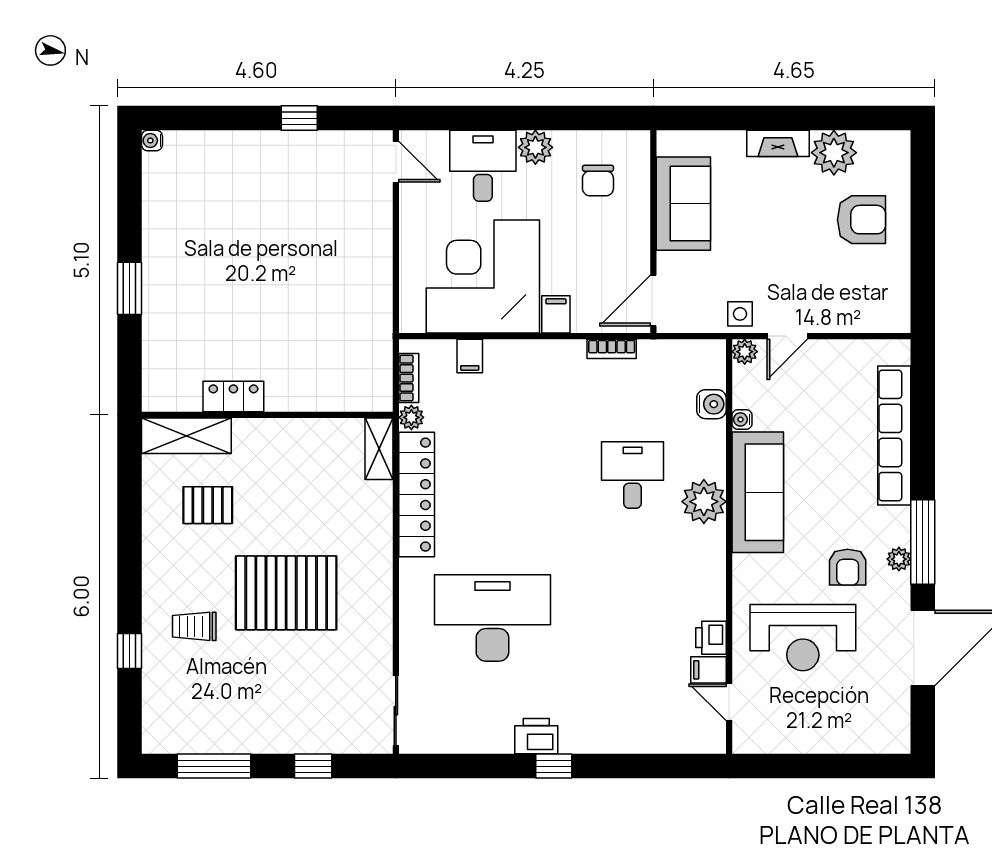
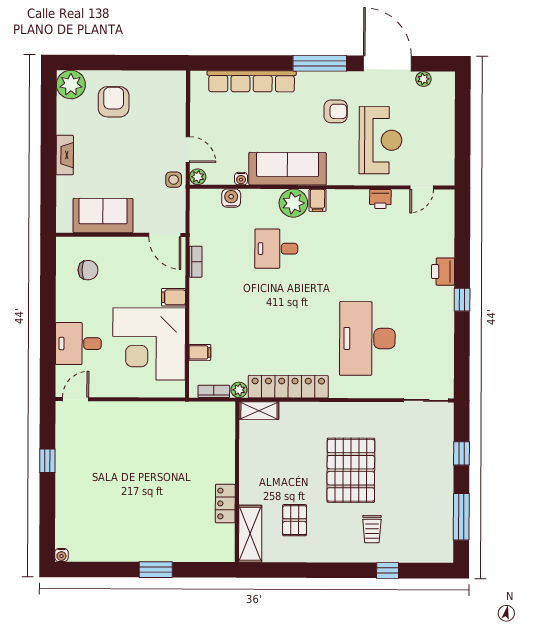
plant: (535, 147) -> (67, 310), removed
plant: (834, 153) -> (71, 85), moved
plant: (899, 559) -> (423, 79), moved
filing cabinet: (708, 670) -> (317, 200), moved
printer: (536, 736) -> (443, 272), moved

